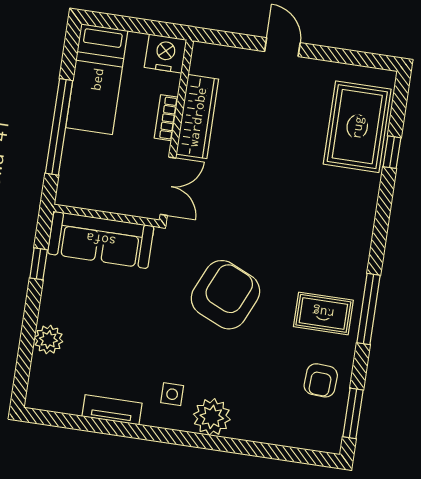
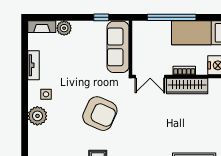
fireplace: (39, 382) -> (42, 27), added

